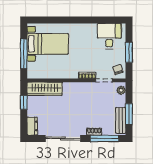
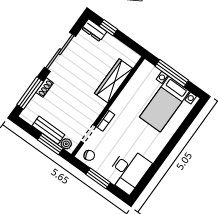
desk: (109, 36) -> (128, 170), width x1.37
wardrobe: (45, 89) -> (114, 81), moved
window: (24, 103) -> (108, 28), moved
window: (129, 114) -> (50, 144), moved
bench: (121, 120) -> (48, 130), moved

